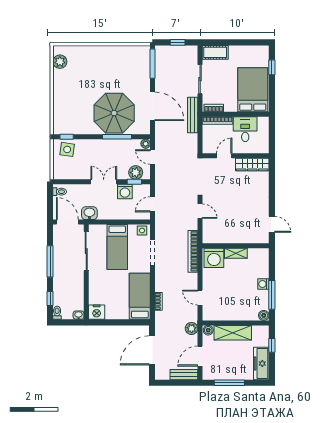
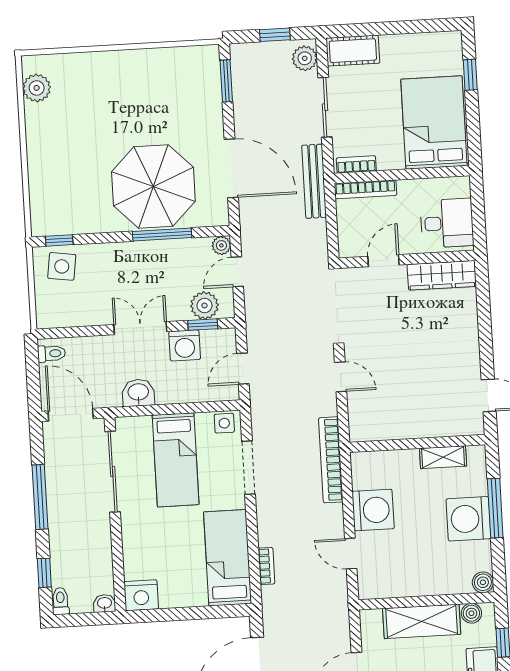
window: (153, 64) -> (226, 81), width x0.69
desk: (245, 129) -> (447, 223), moved, turned 90
door: (153, 157) -> (237, 272), hinge flipped
washbasin: (89, 213) -> (138, 393), moved
shelving: (236, 253) -> (443, 457), moved
washing machine: (214, 258) -> (373, 510), moved, turned -90
washing machine: (263, 284) -> (468, 519), width x1.89, depth x1.89
window: (272, 295) -> (495, 508), moved
plant: (192, 328) -> (305, 58), moved
boiler: (208, 330) -> (471, 613), moved

